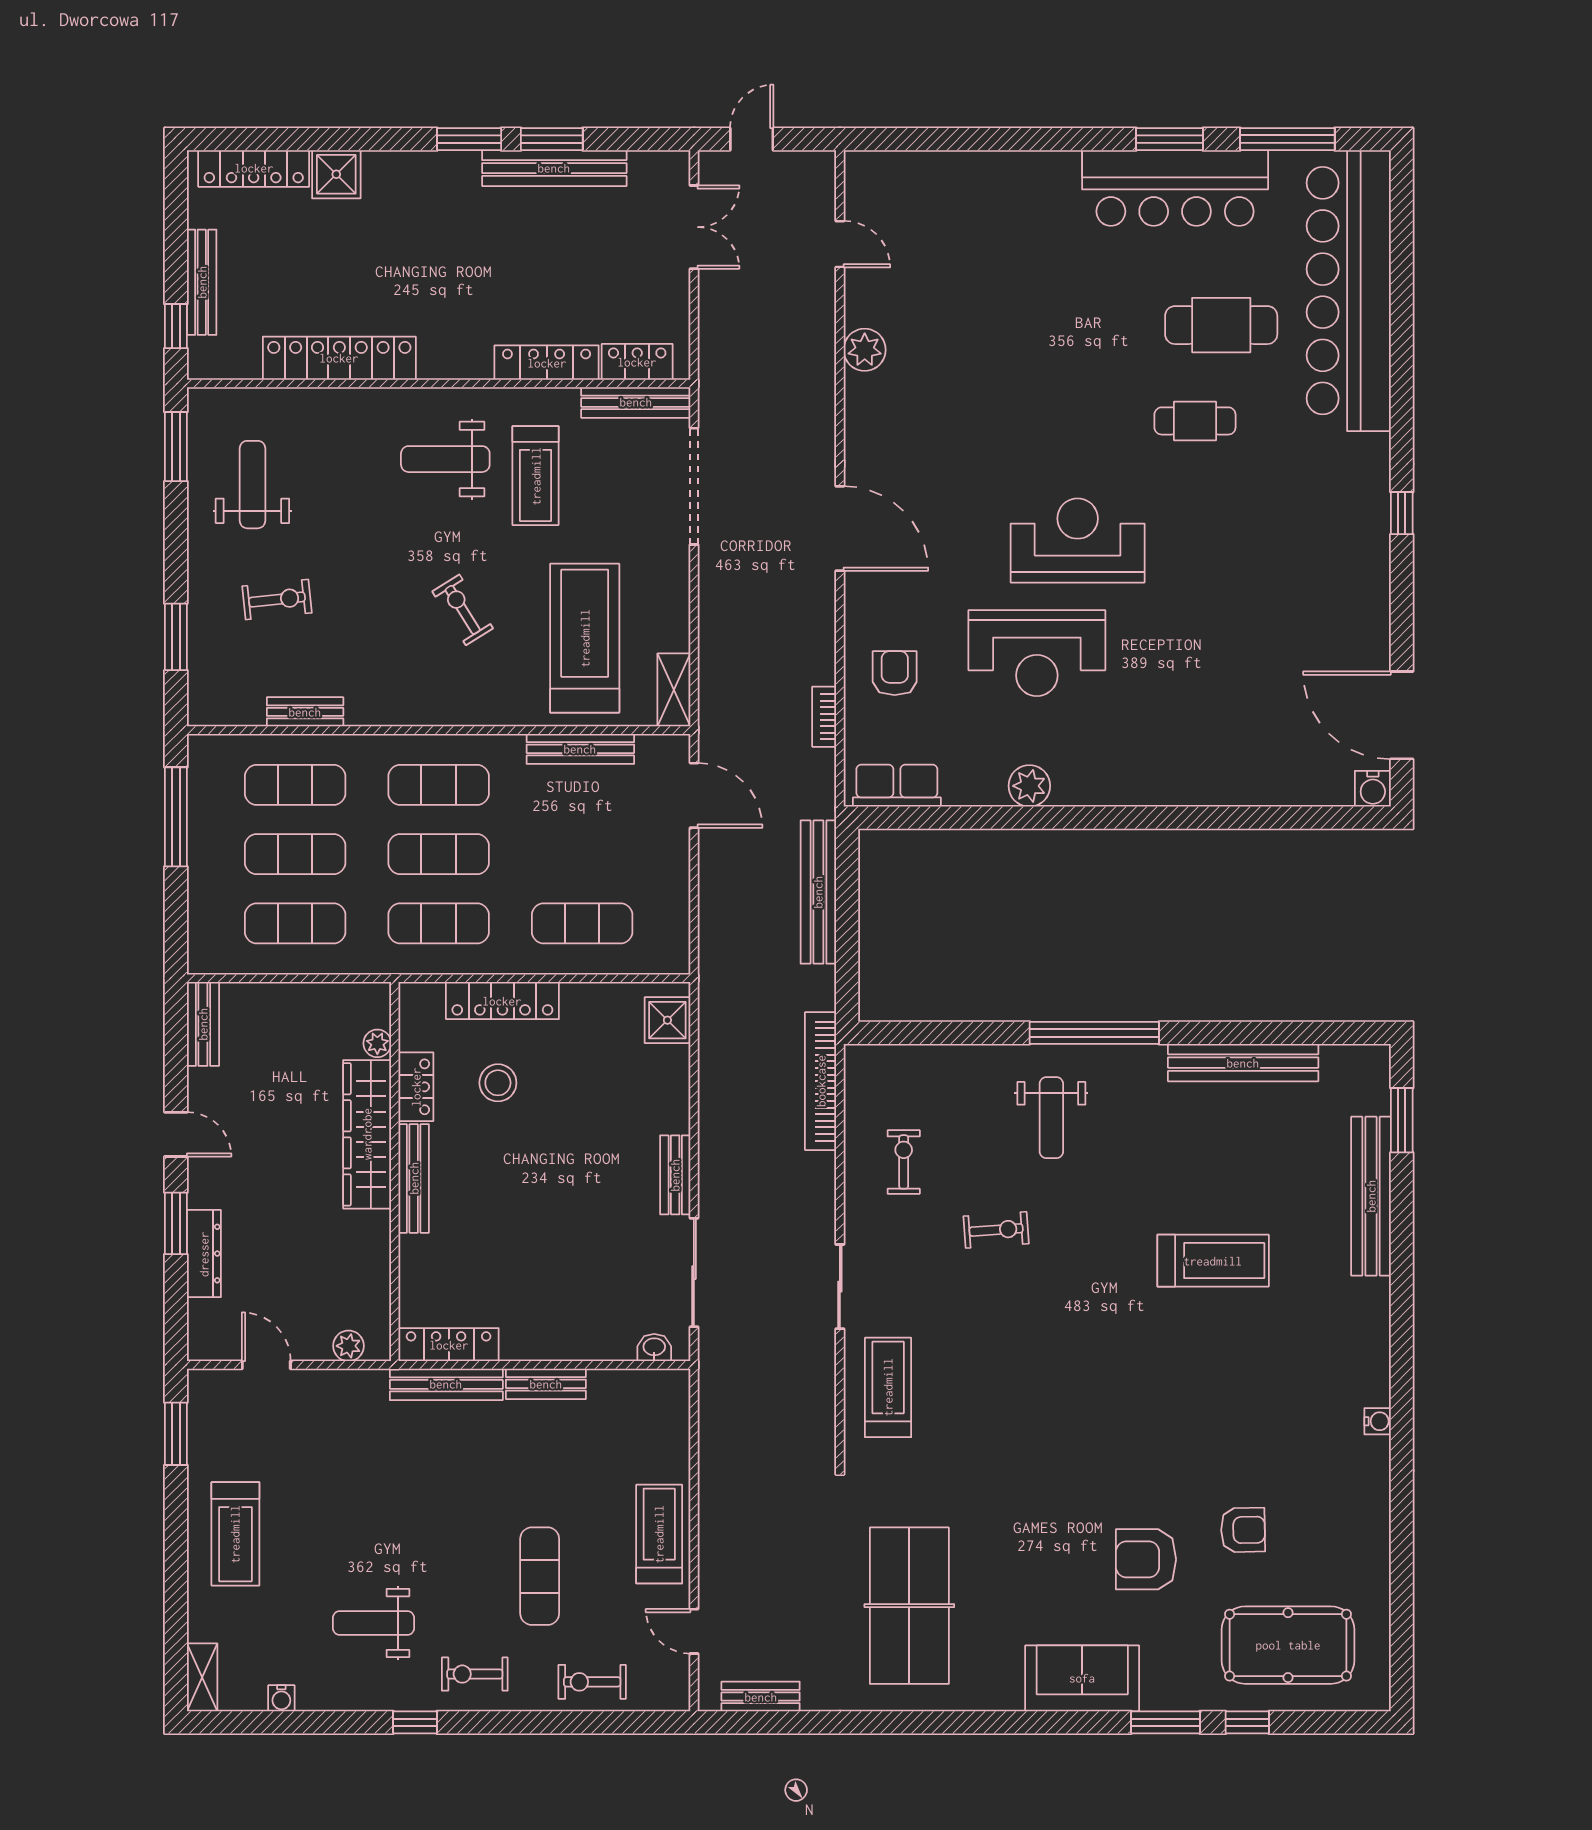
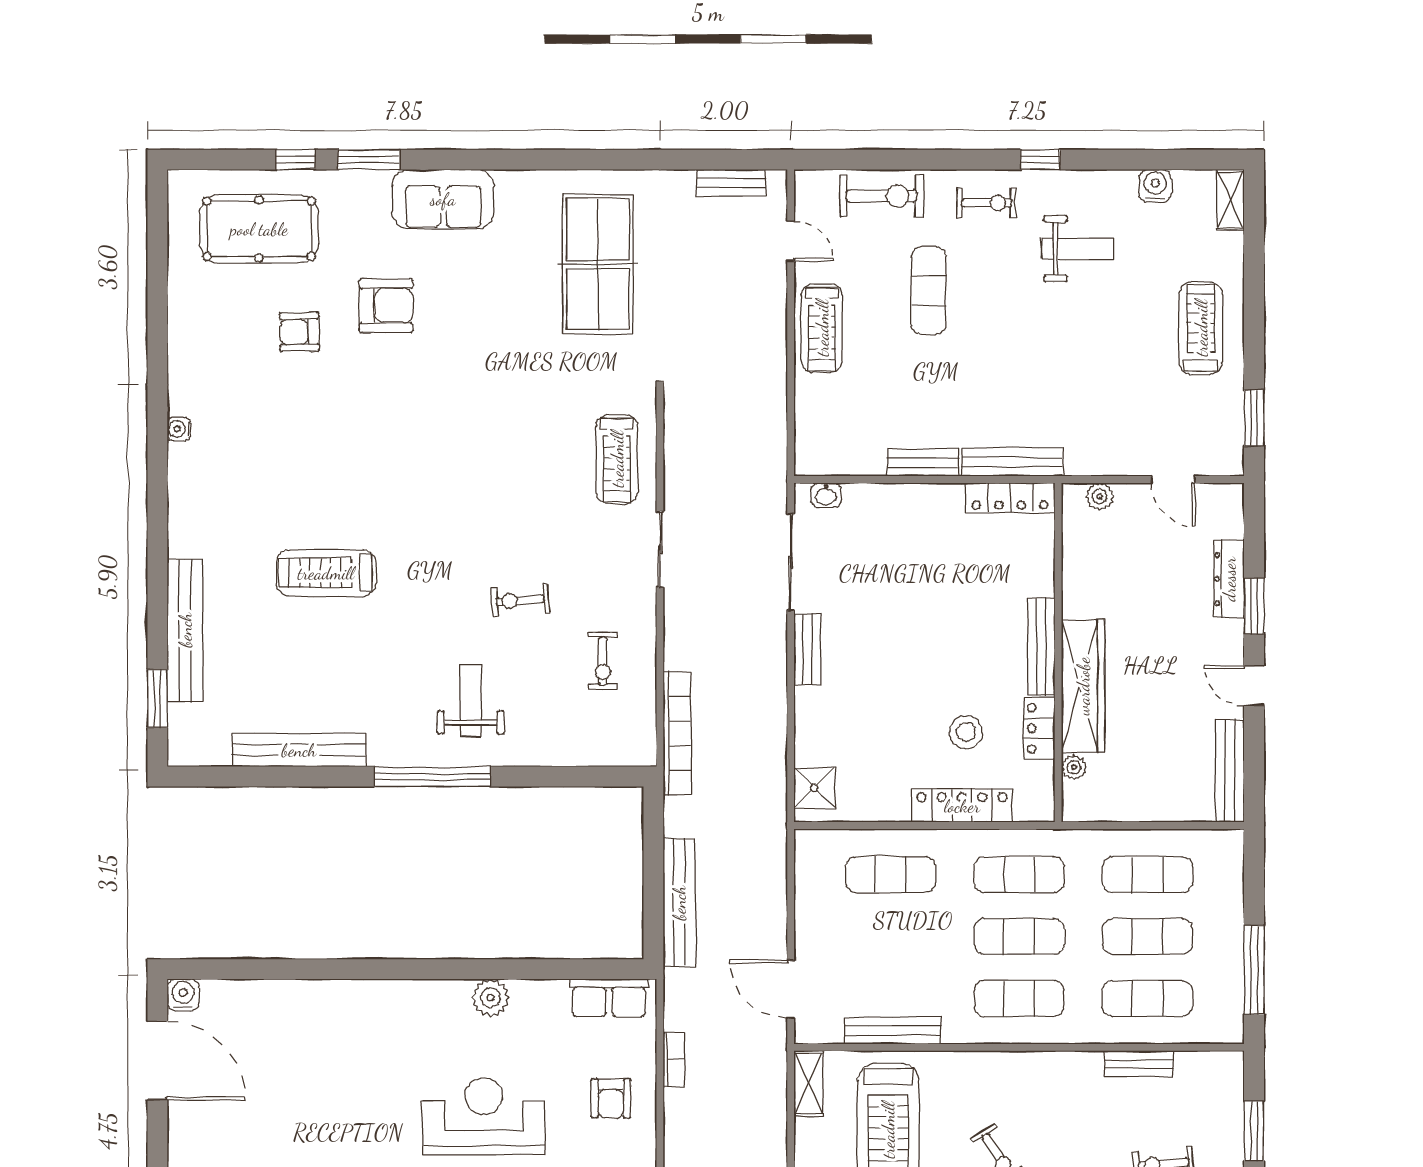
bench: (203, 1024) -> (1230, 771), width x1.36
exercise bike: (592, 1682) -> (882, 196), width x1.38, depth x1.39
water cooler: (281, 1698) -> (1155, 186), width x1.38, depth x1.38

